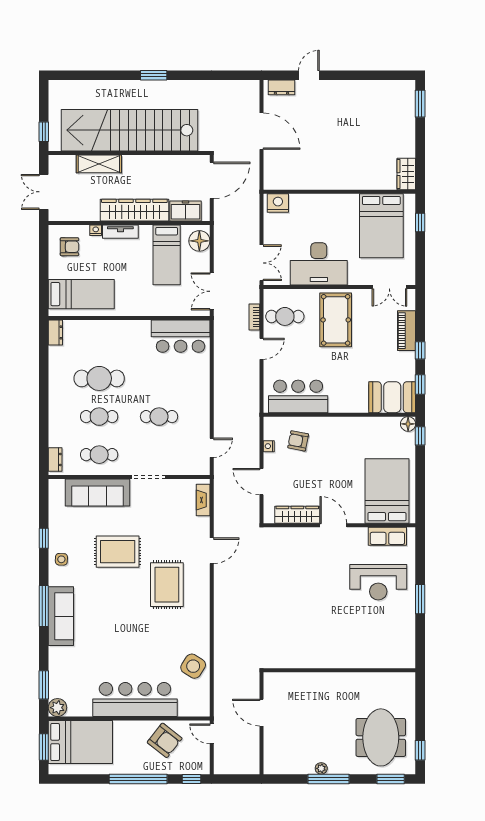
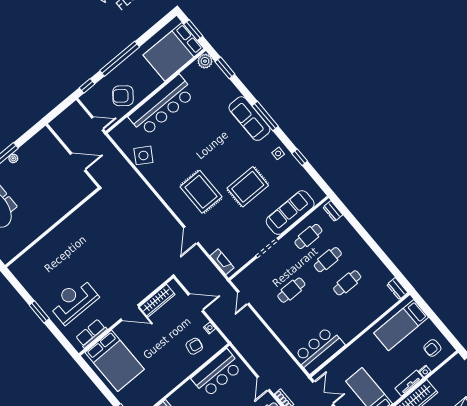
cafe table: (99, 378) -> (347, 283), width x0.73, depth x0.74

